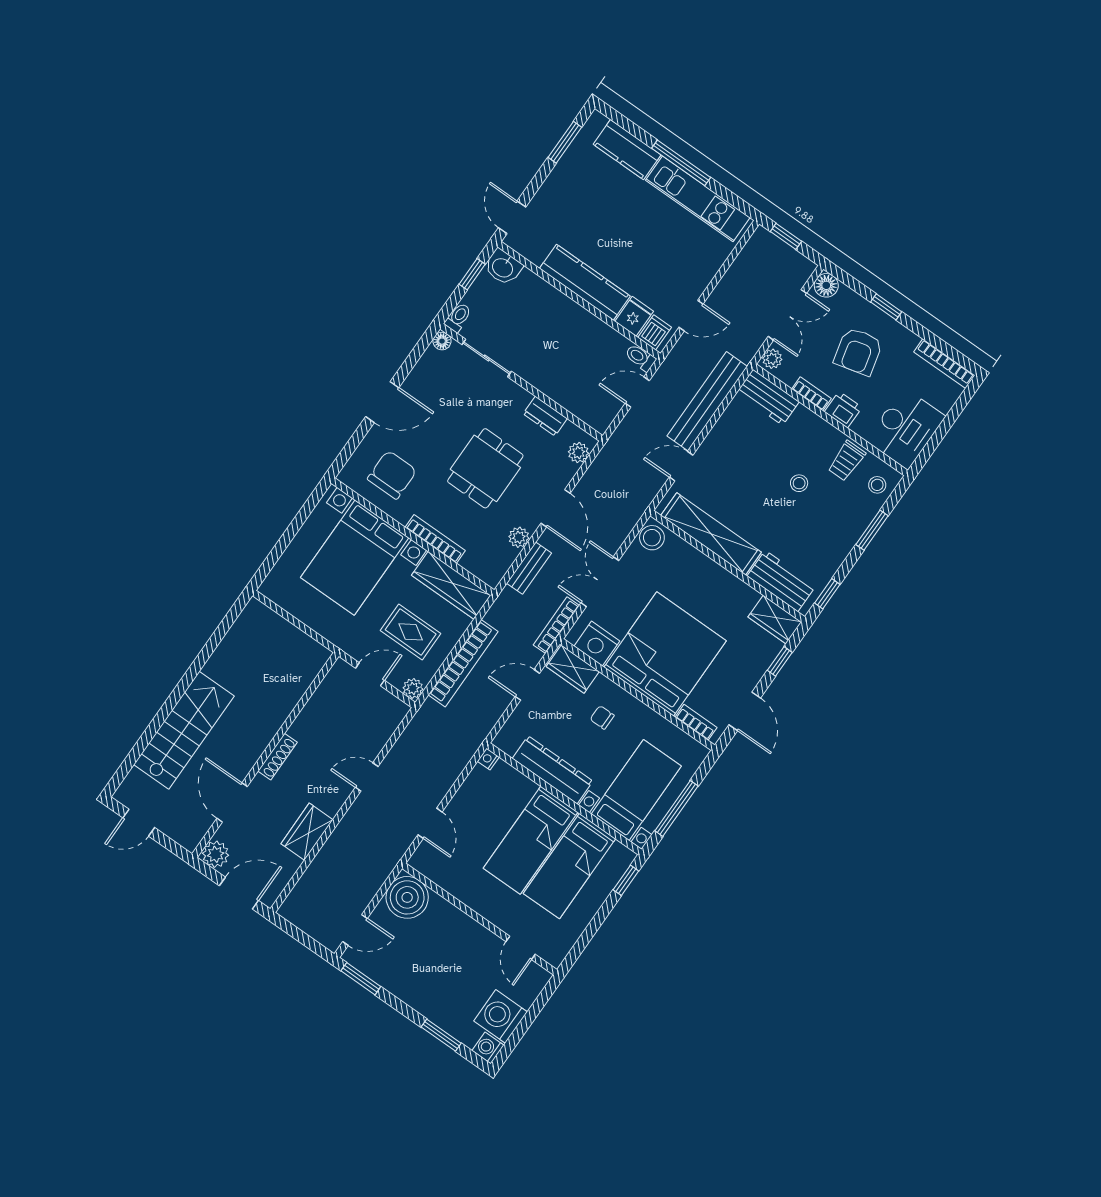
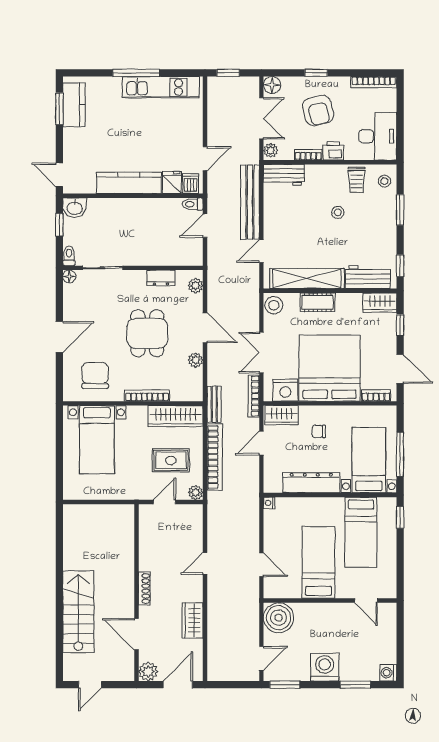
kitchen counter: (627, 150) -> (74, 105), moved, turned -90
bed with nightstands: (355, 558) -> (97, 440), width x0.73
bench: (529, 568) -> (214, 404), moved
cot: (704, 569) -> (318, 302), added
bed: (531, 840) -> (318, 562), moved, turned 180
washing machine: (501, 1016) -> (325, 667), moved, turned 90

